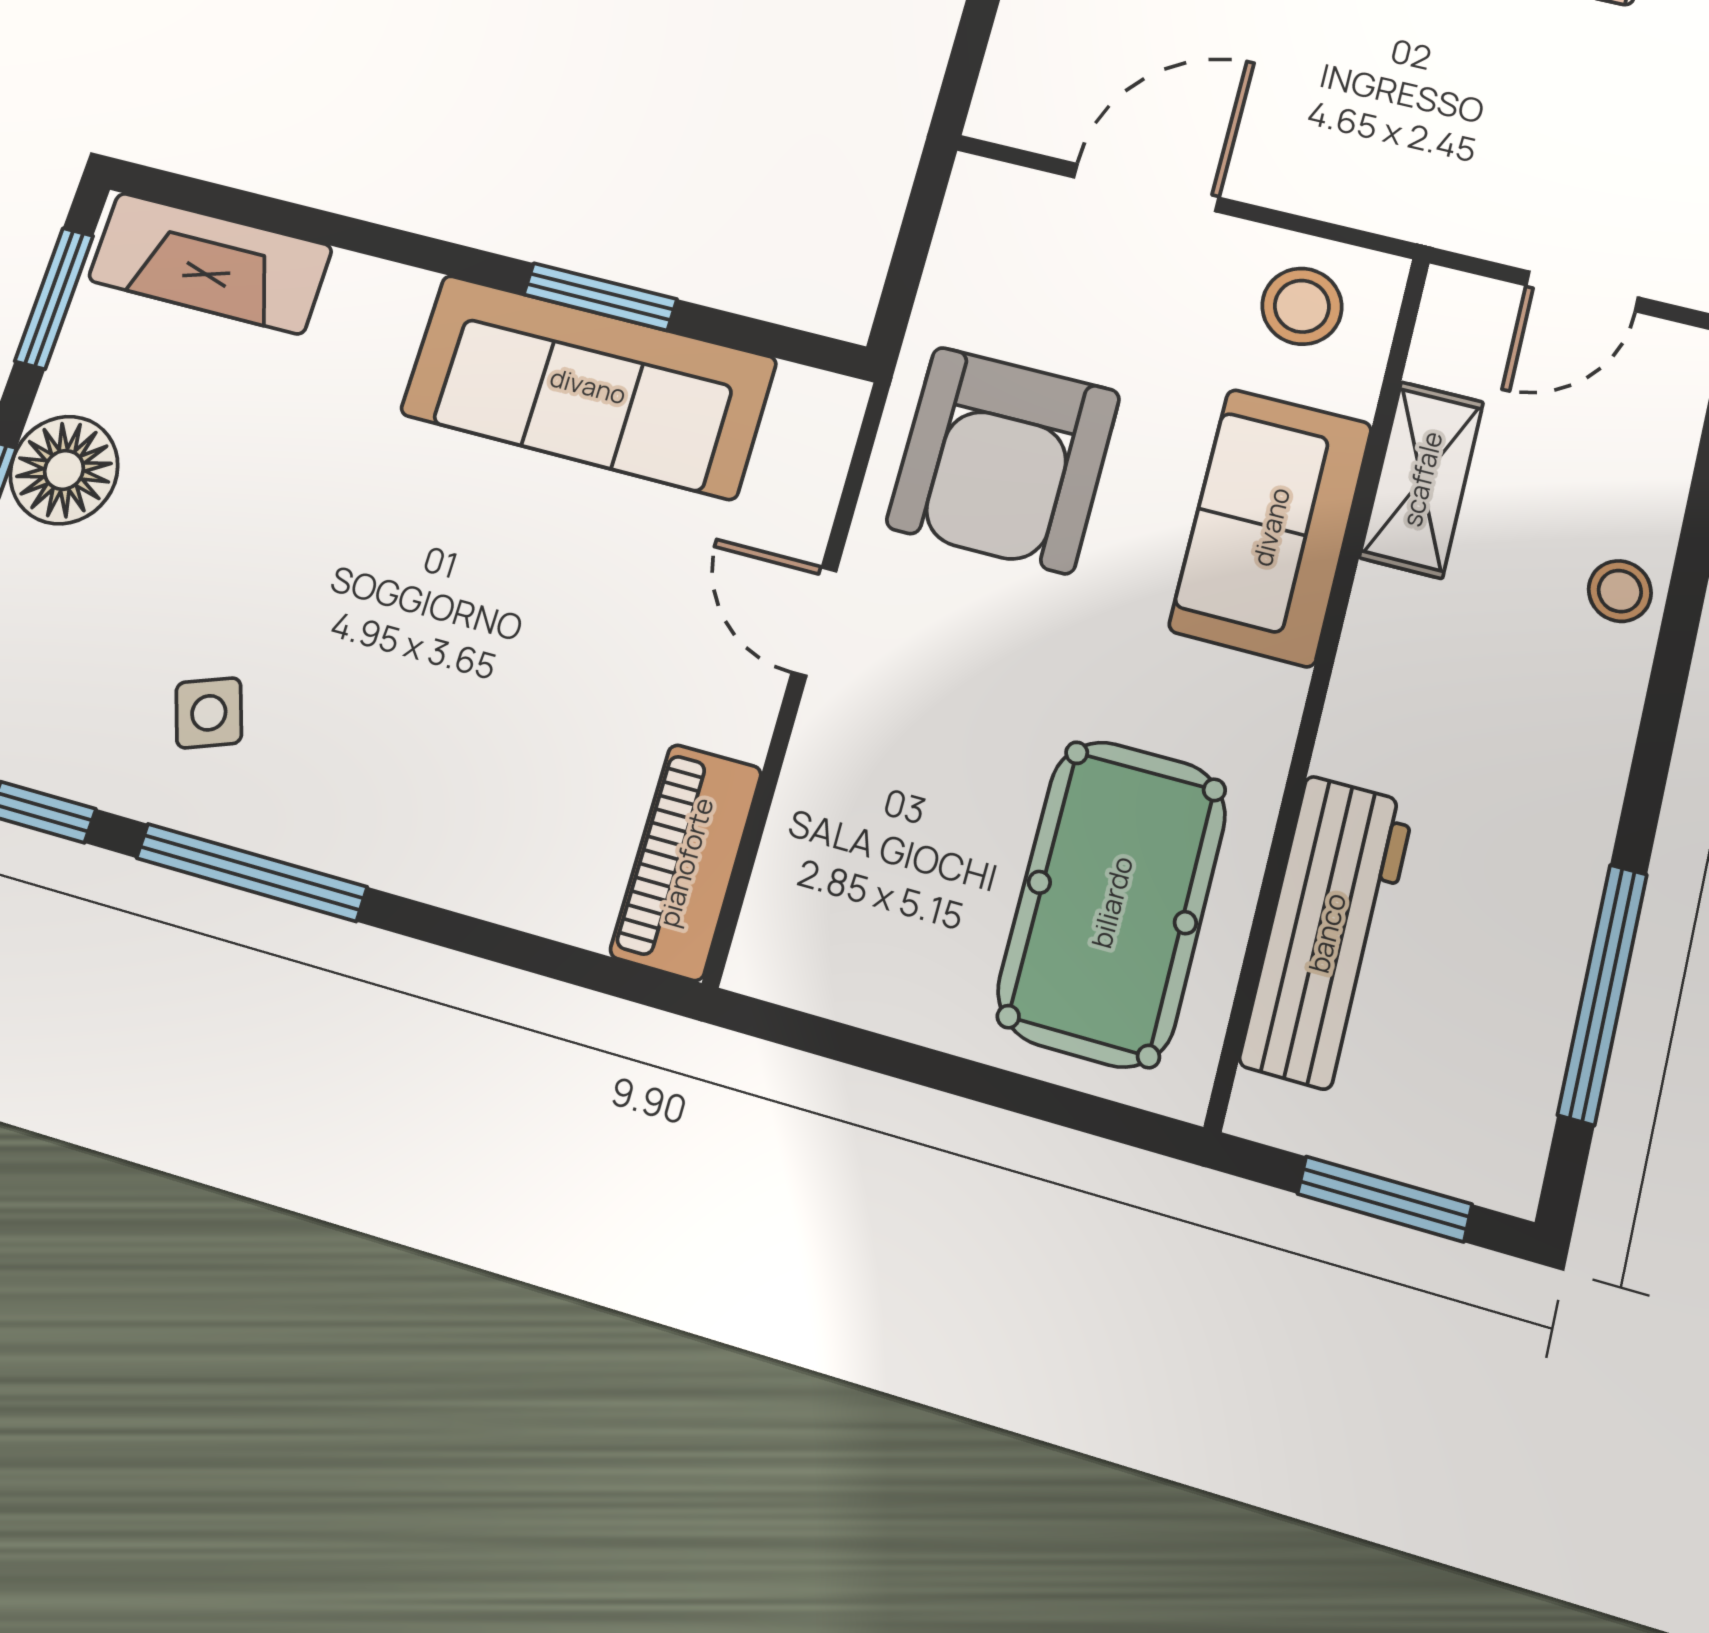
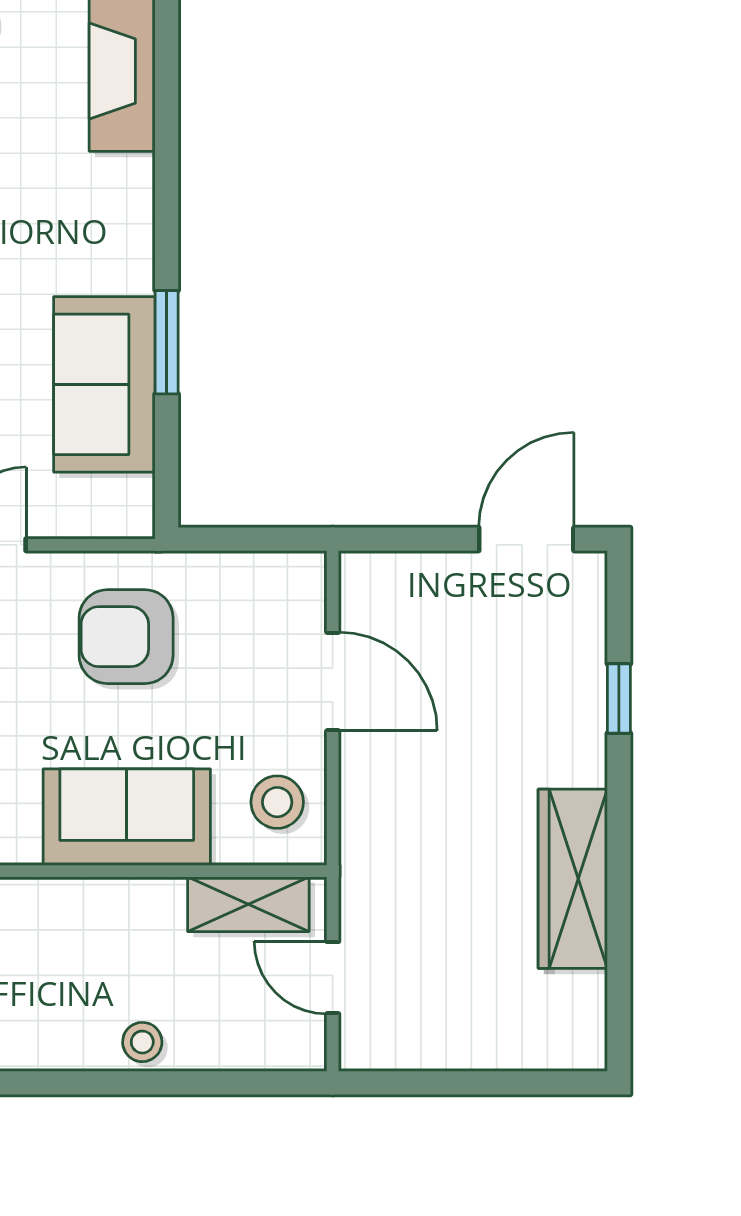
sofa: (588, 386) -> (104, 384), width x0.73
armchair: (1003, 459) -> (126, 637), width x0.73, depth x0.73
shelving: (1422, 479) -> (248, 904), moved

